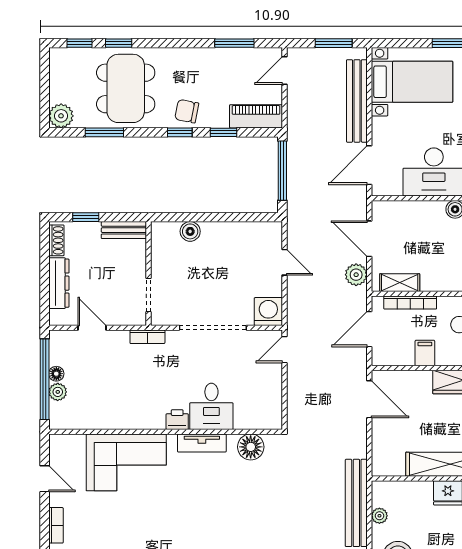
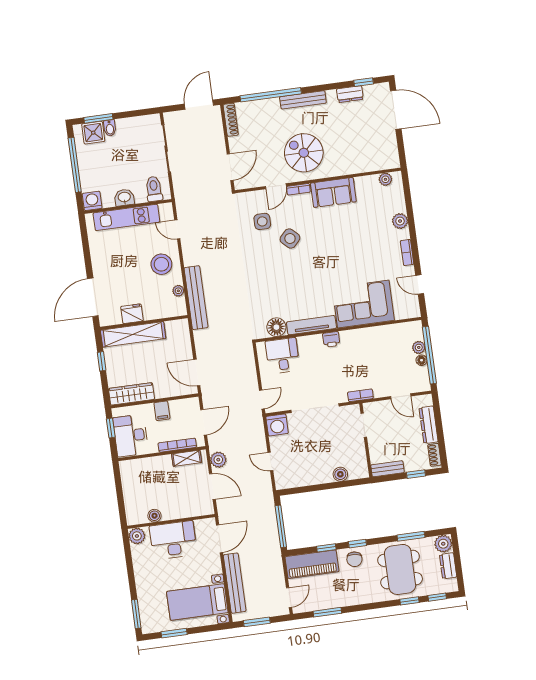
dresser: (59, 84) -> (448, 566), added
chair: (187, 111) -> (354, 559), turned 85
piano: (256, 116) -> (312, 564), width x1.37, depth x1.33
desk: (211, 406) -> (283, 356), moved
tv unit: (202, 443) -> (311, 325), width x1.41

